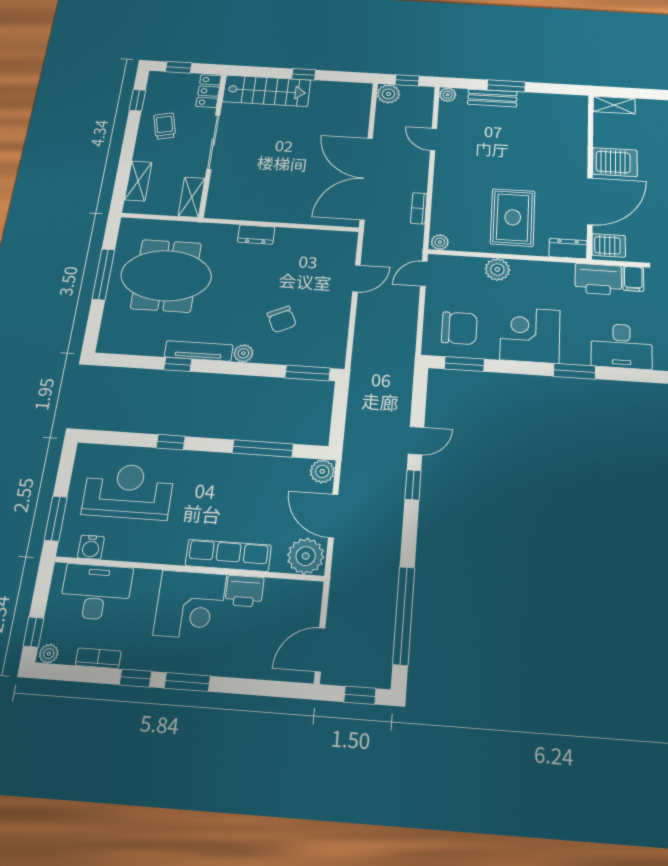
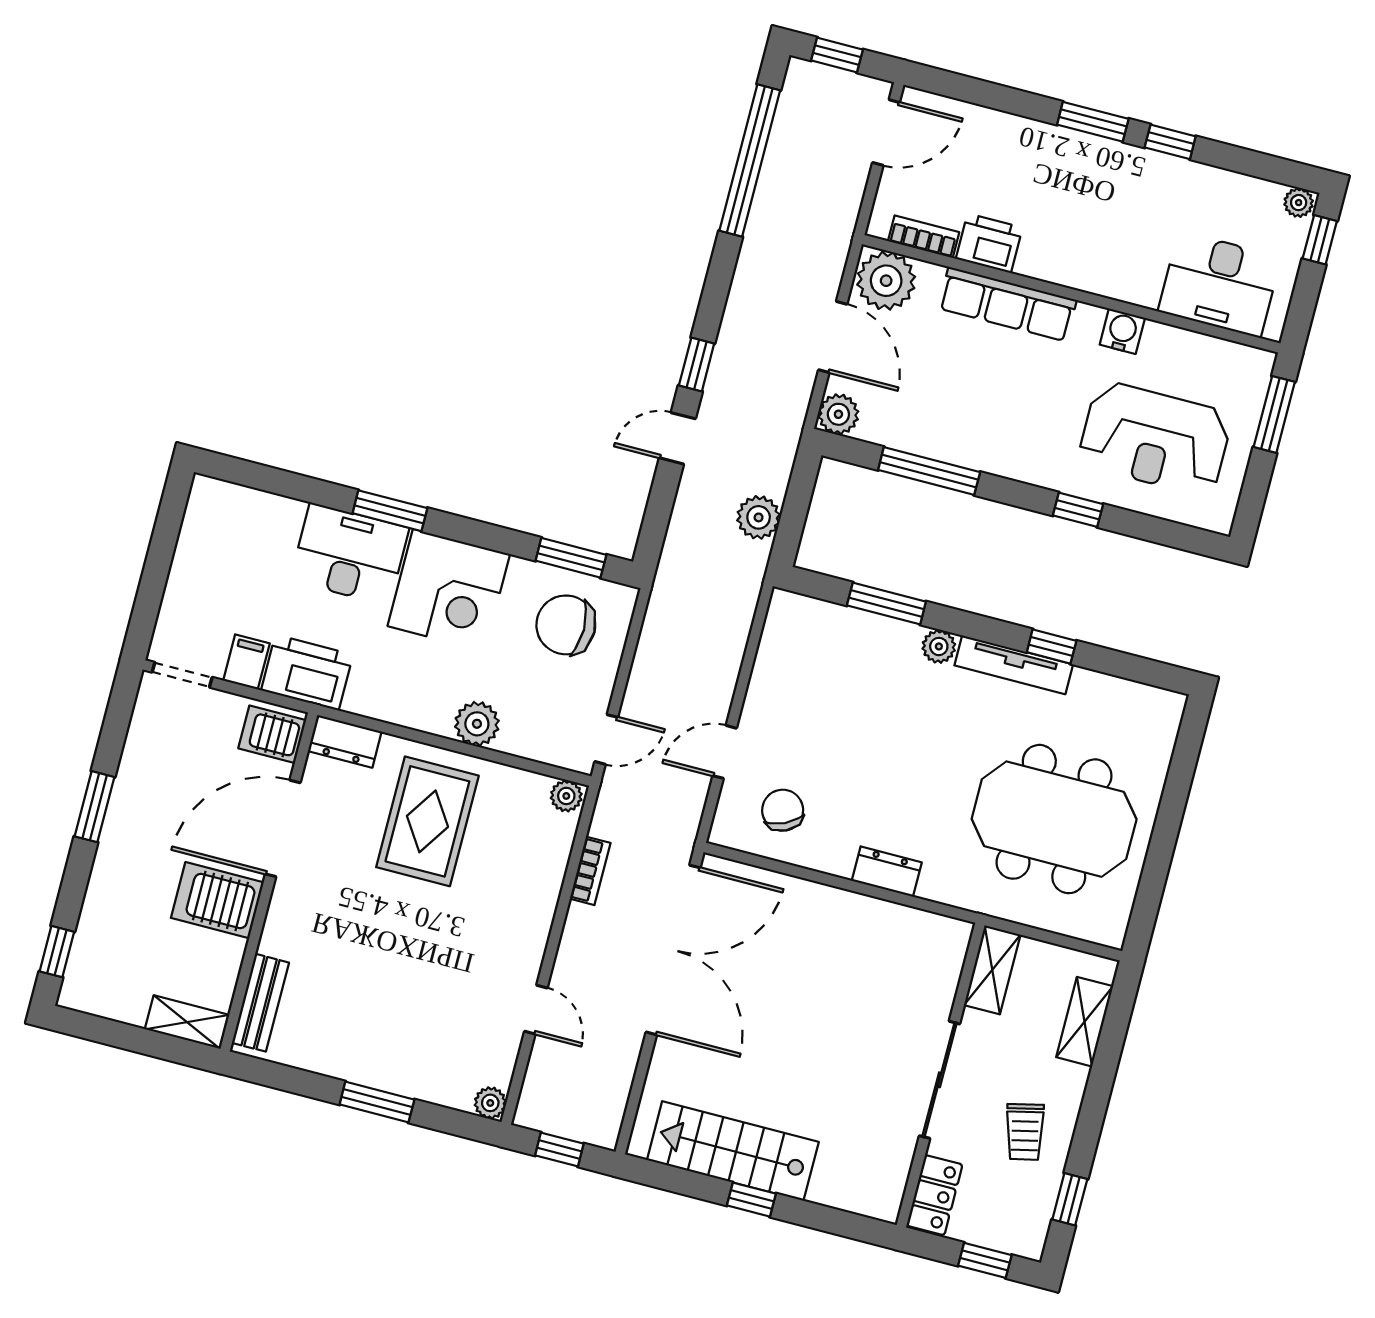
stairs: (267, 91) -> (733, 1151), moved
plant: (388, 94) -> (759, 517), moved
bench: (492, 98) -> (260, 1003), moved, turned 90
window: (103, 274) -> (1163, 842), removed
chair: (282, 319) -> (783, 810), moved
desk: (622, 346) -> (350, 554), moved
window: (308, 373) -> (886, 603), moved
water cooler: (91, 547) -> (1122, 331), moved
corner desk: (190, 605) -> (1076, 238), removed
bookcase: (98, 658) -> (924, 237), moved, turned 180

